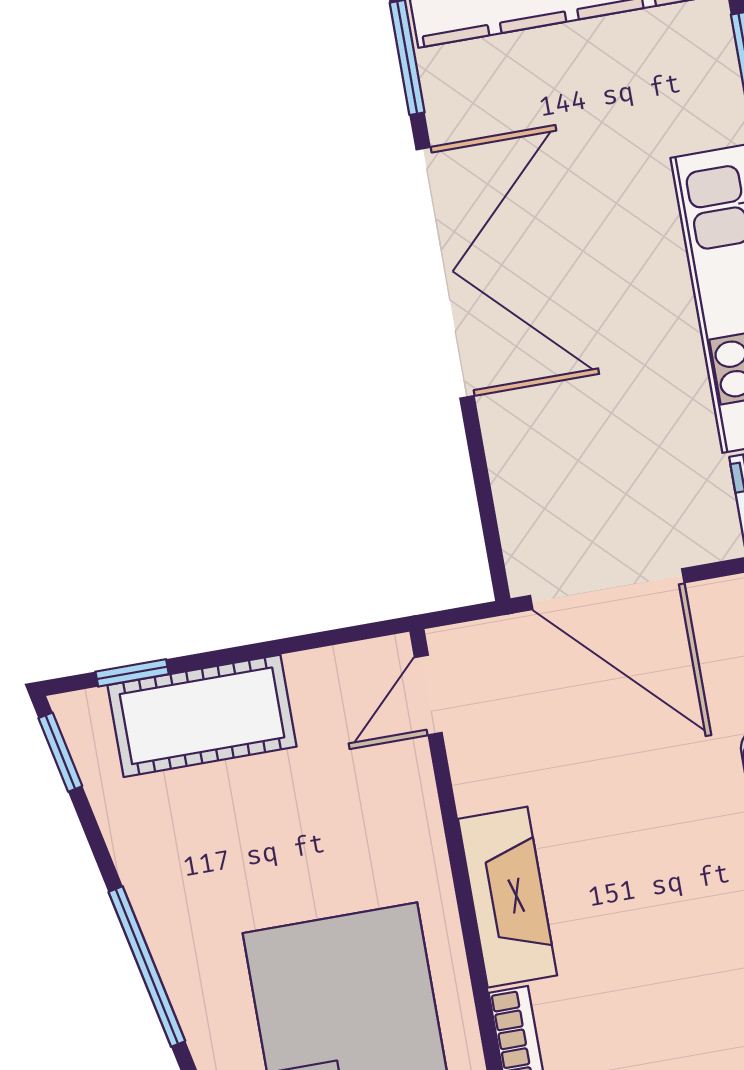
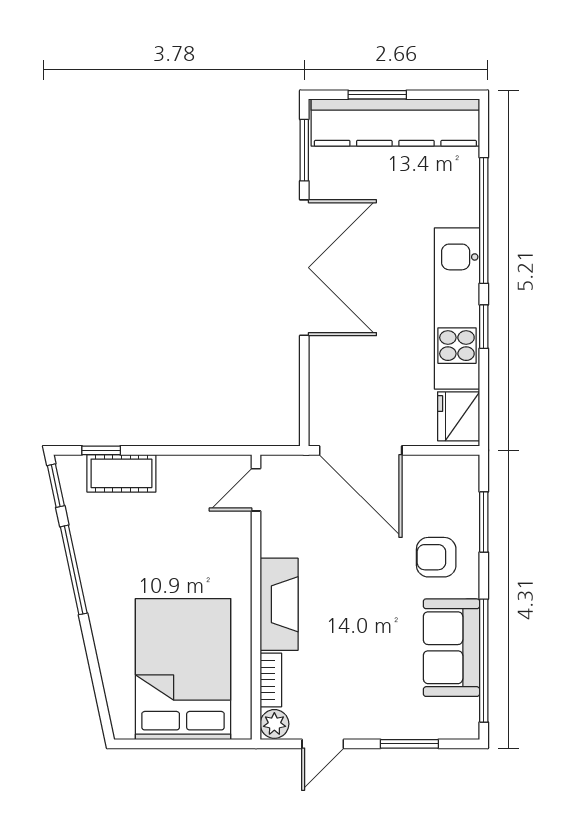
cot: (202, 716) -> (121, 473), width x0.73, depth x0.75
window: (147, 966) -> (74, 570), moved

